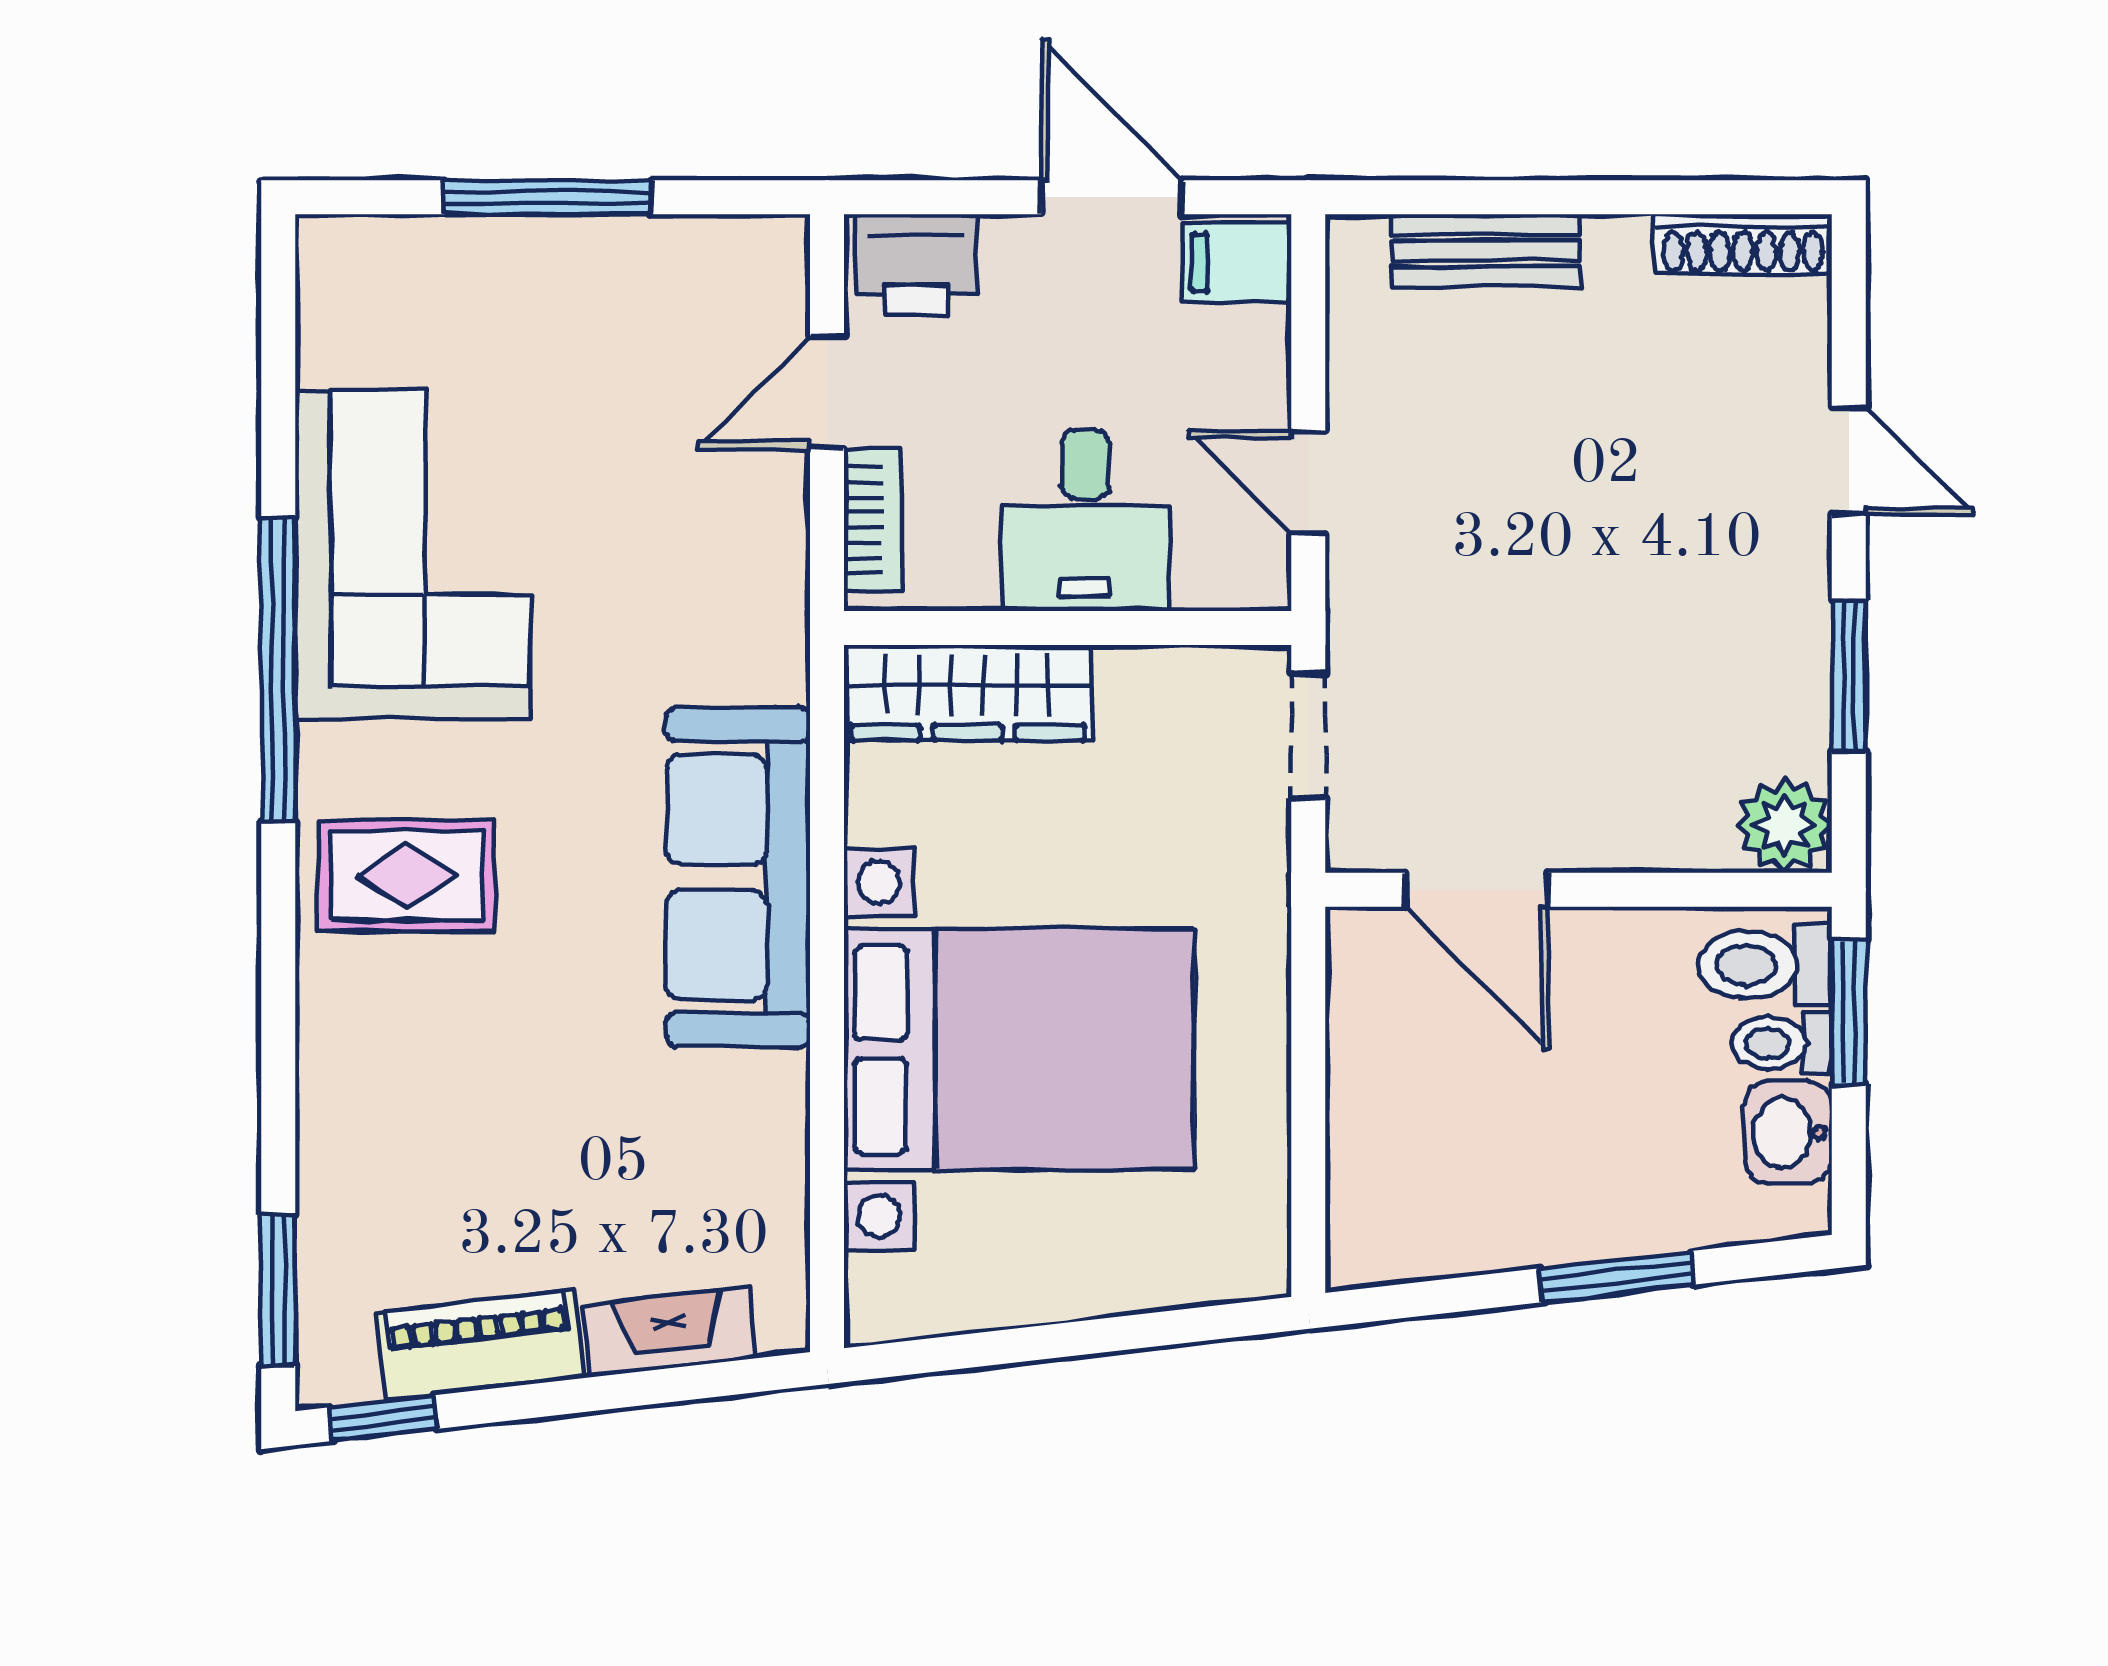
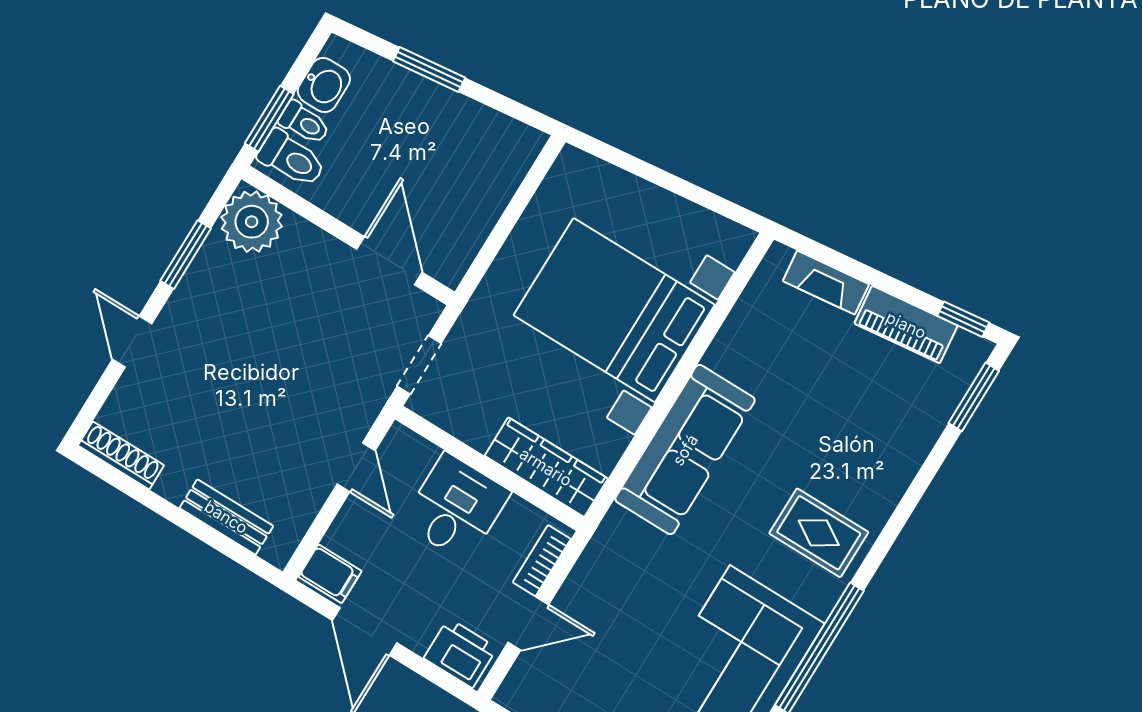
plant: (1784, 825) -> (252, 222), width x1.36, depth x1.36

